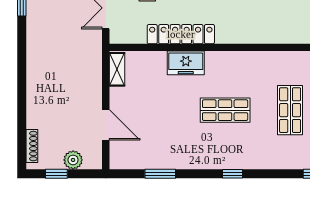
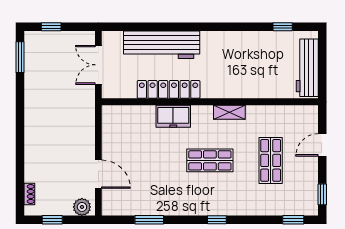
shelving: (117, 69) -> (229, 112), moved, turned 90
shoe rack: (32, 146) -> (29, 194), width x0.70
plant: (73, 160) -> (82, 207), moved

